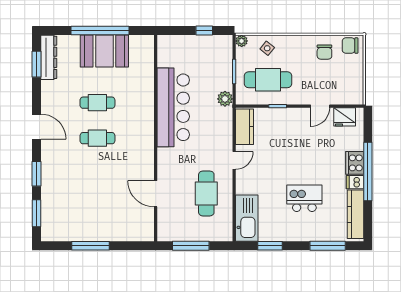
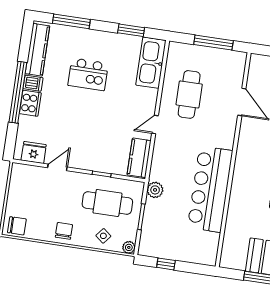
chair: (324, 52) -> (64, 231), moved

